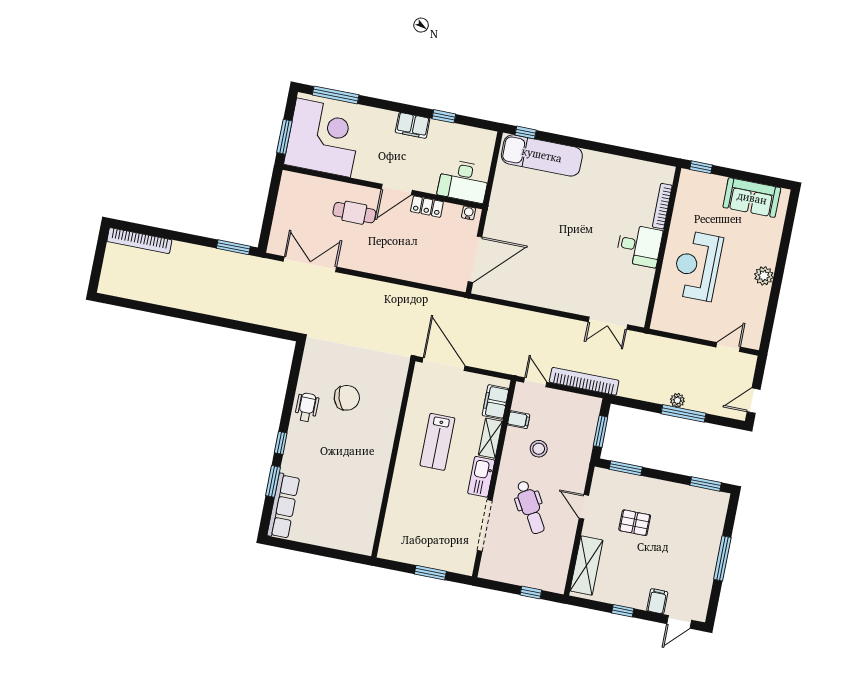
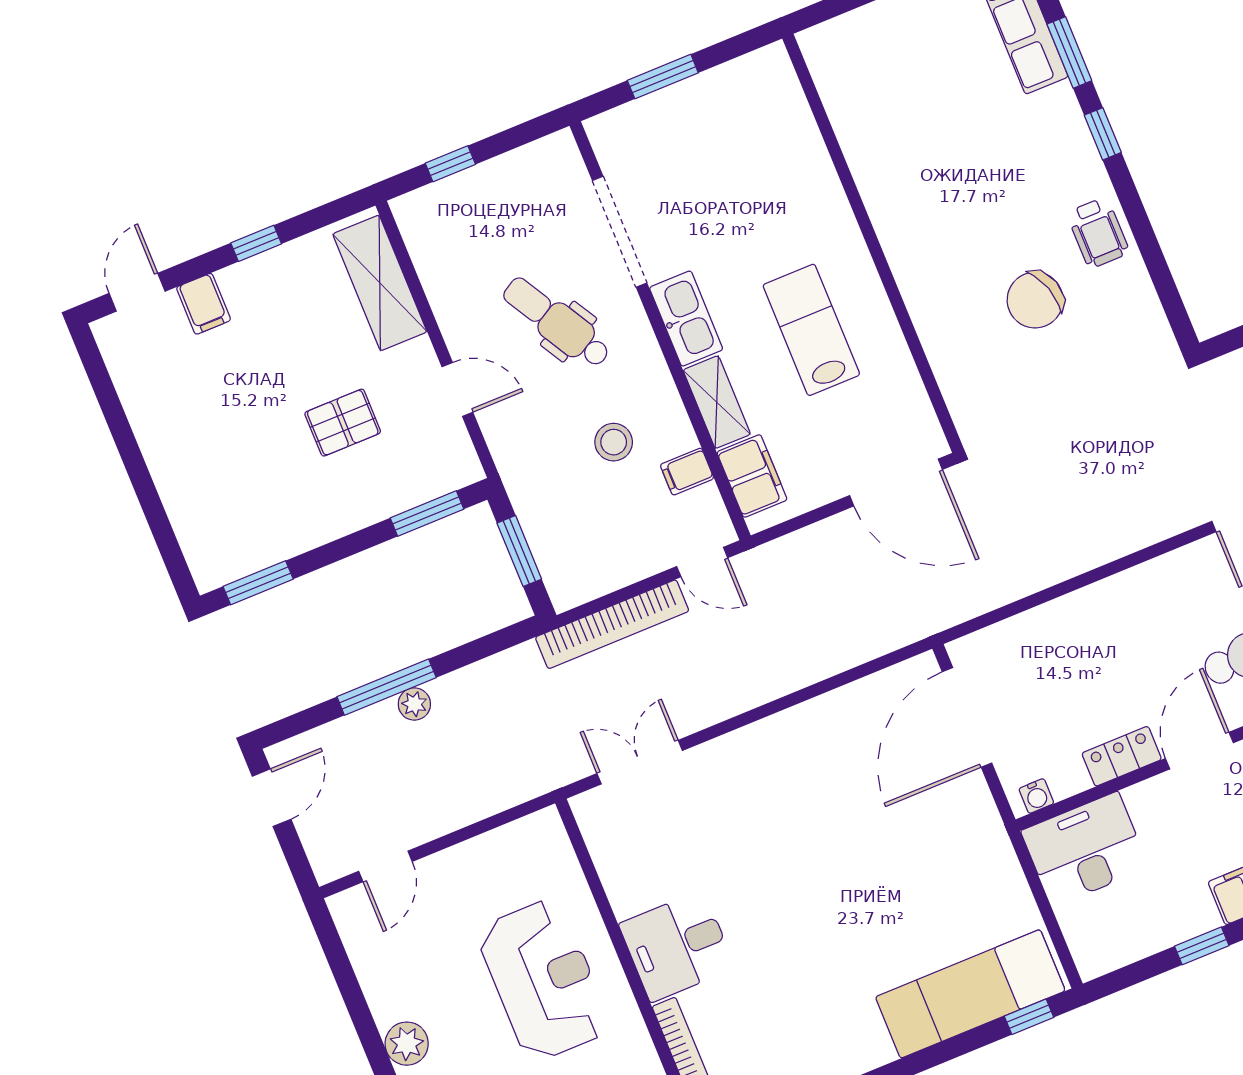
window: (722, 558) -> (135, 464), removed

